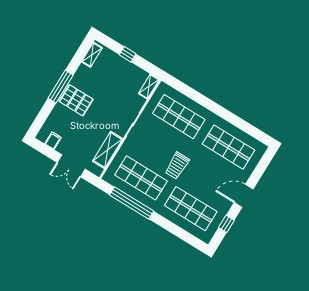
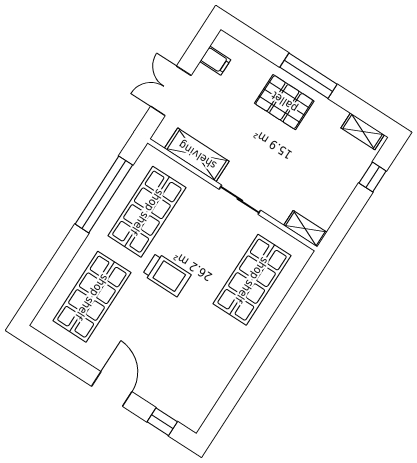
window: (128, 54) -> (373, 177), moved
pallet: (76, 100) -> (284, 102), turned 90
shop shelf: (228, 147) -> (197, 365), removed
trolley: (177, 166) -> (167, 275), turned 180
window: (226, 224) -> (162, 422), moved

